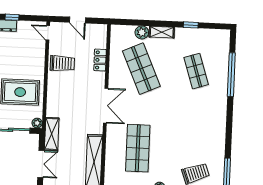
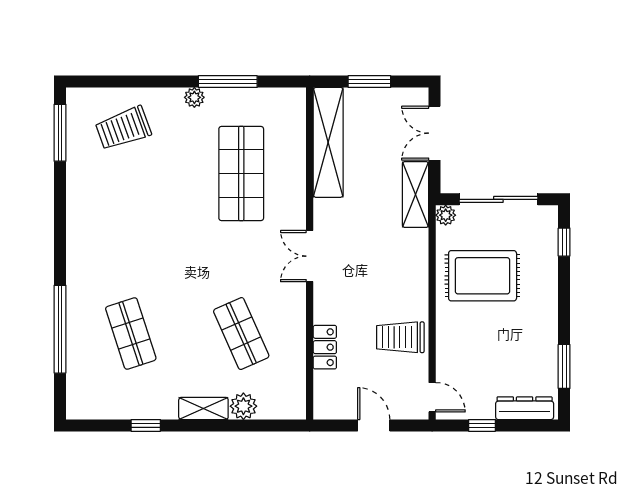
window: (12, 17) -> (482, 425), moved
shop shelf: (141, 69) -> (241, 334), width x0.70, depth x0.74
double door: (106, 106) -> (310, 256), width x0.73

